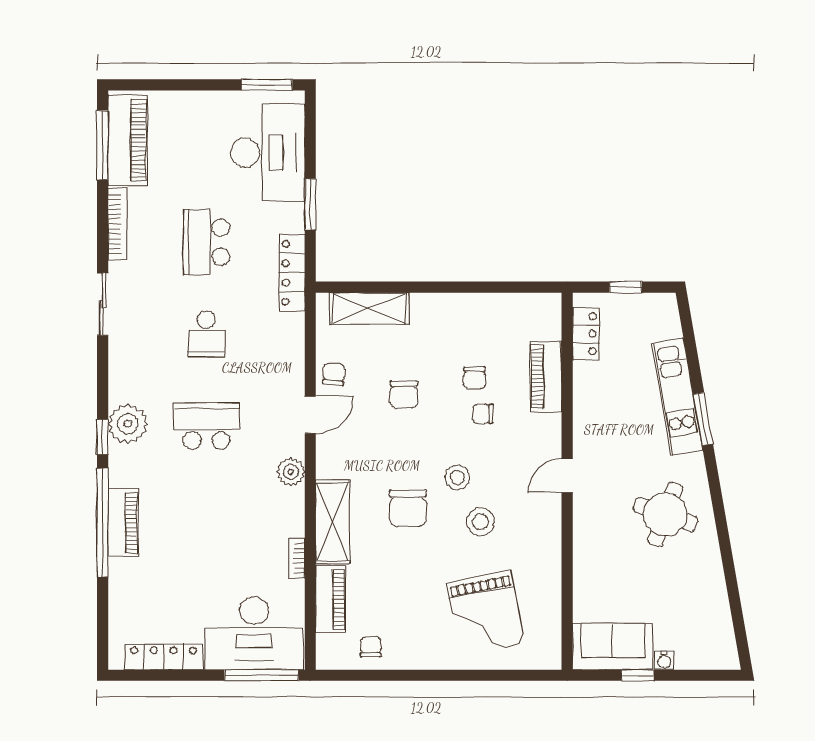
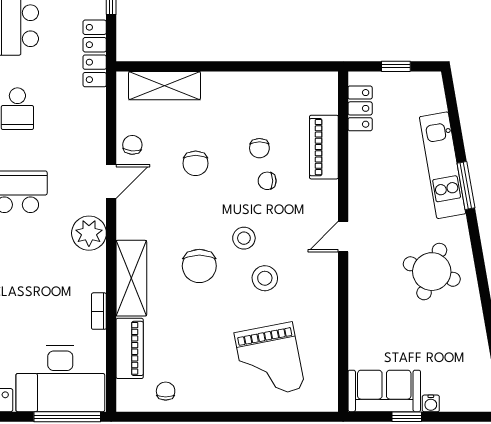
plant: (291, 472) -> (89, 233), width x1.36, depth x1.36

